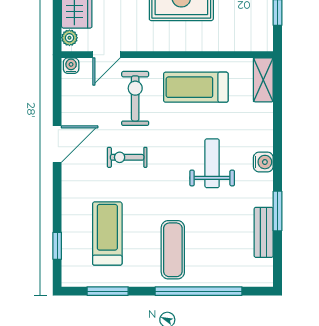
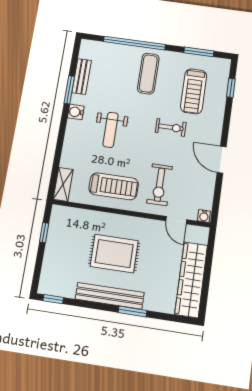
plant: (69, 38) -> (202, 237), removed
door: (107, 55) -> (176, 220), swing flipped
door: (57, 144) -> (222, 160), hinge flipped
exercise bike: (127, 157) -> (171, 127), moved
water cooler: (263, 162) -> (76, 112), moved

